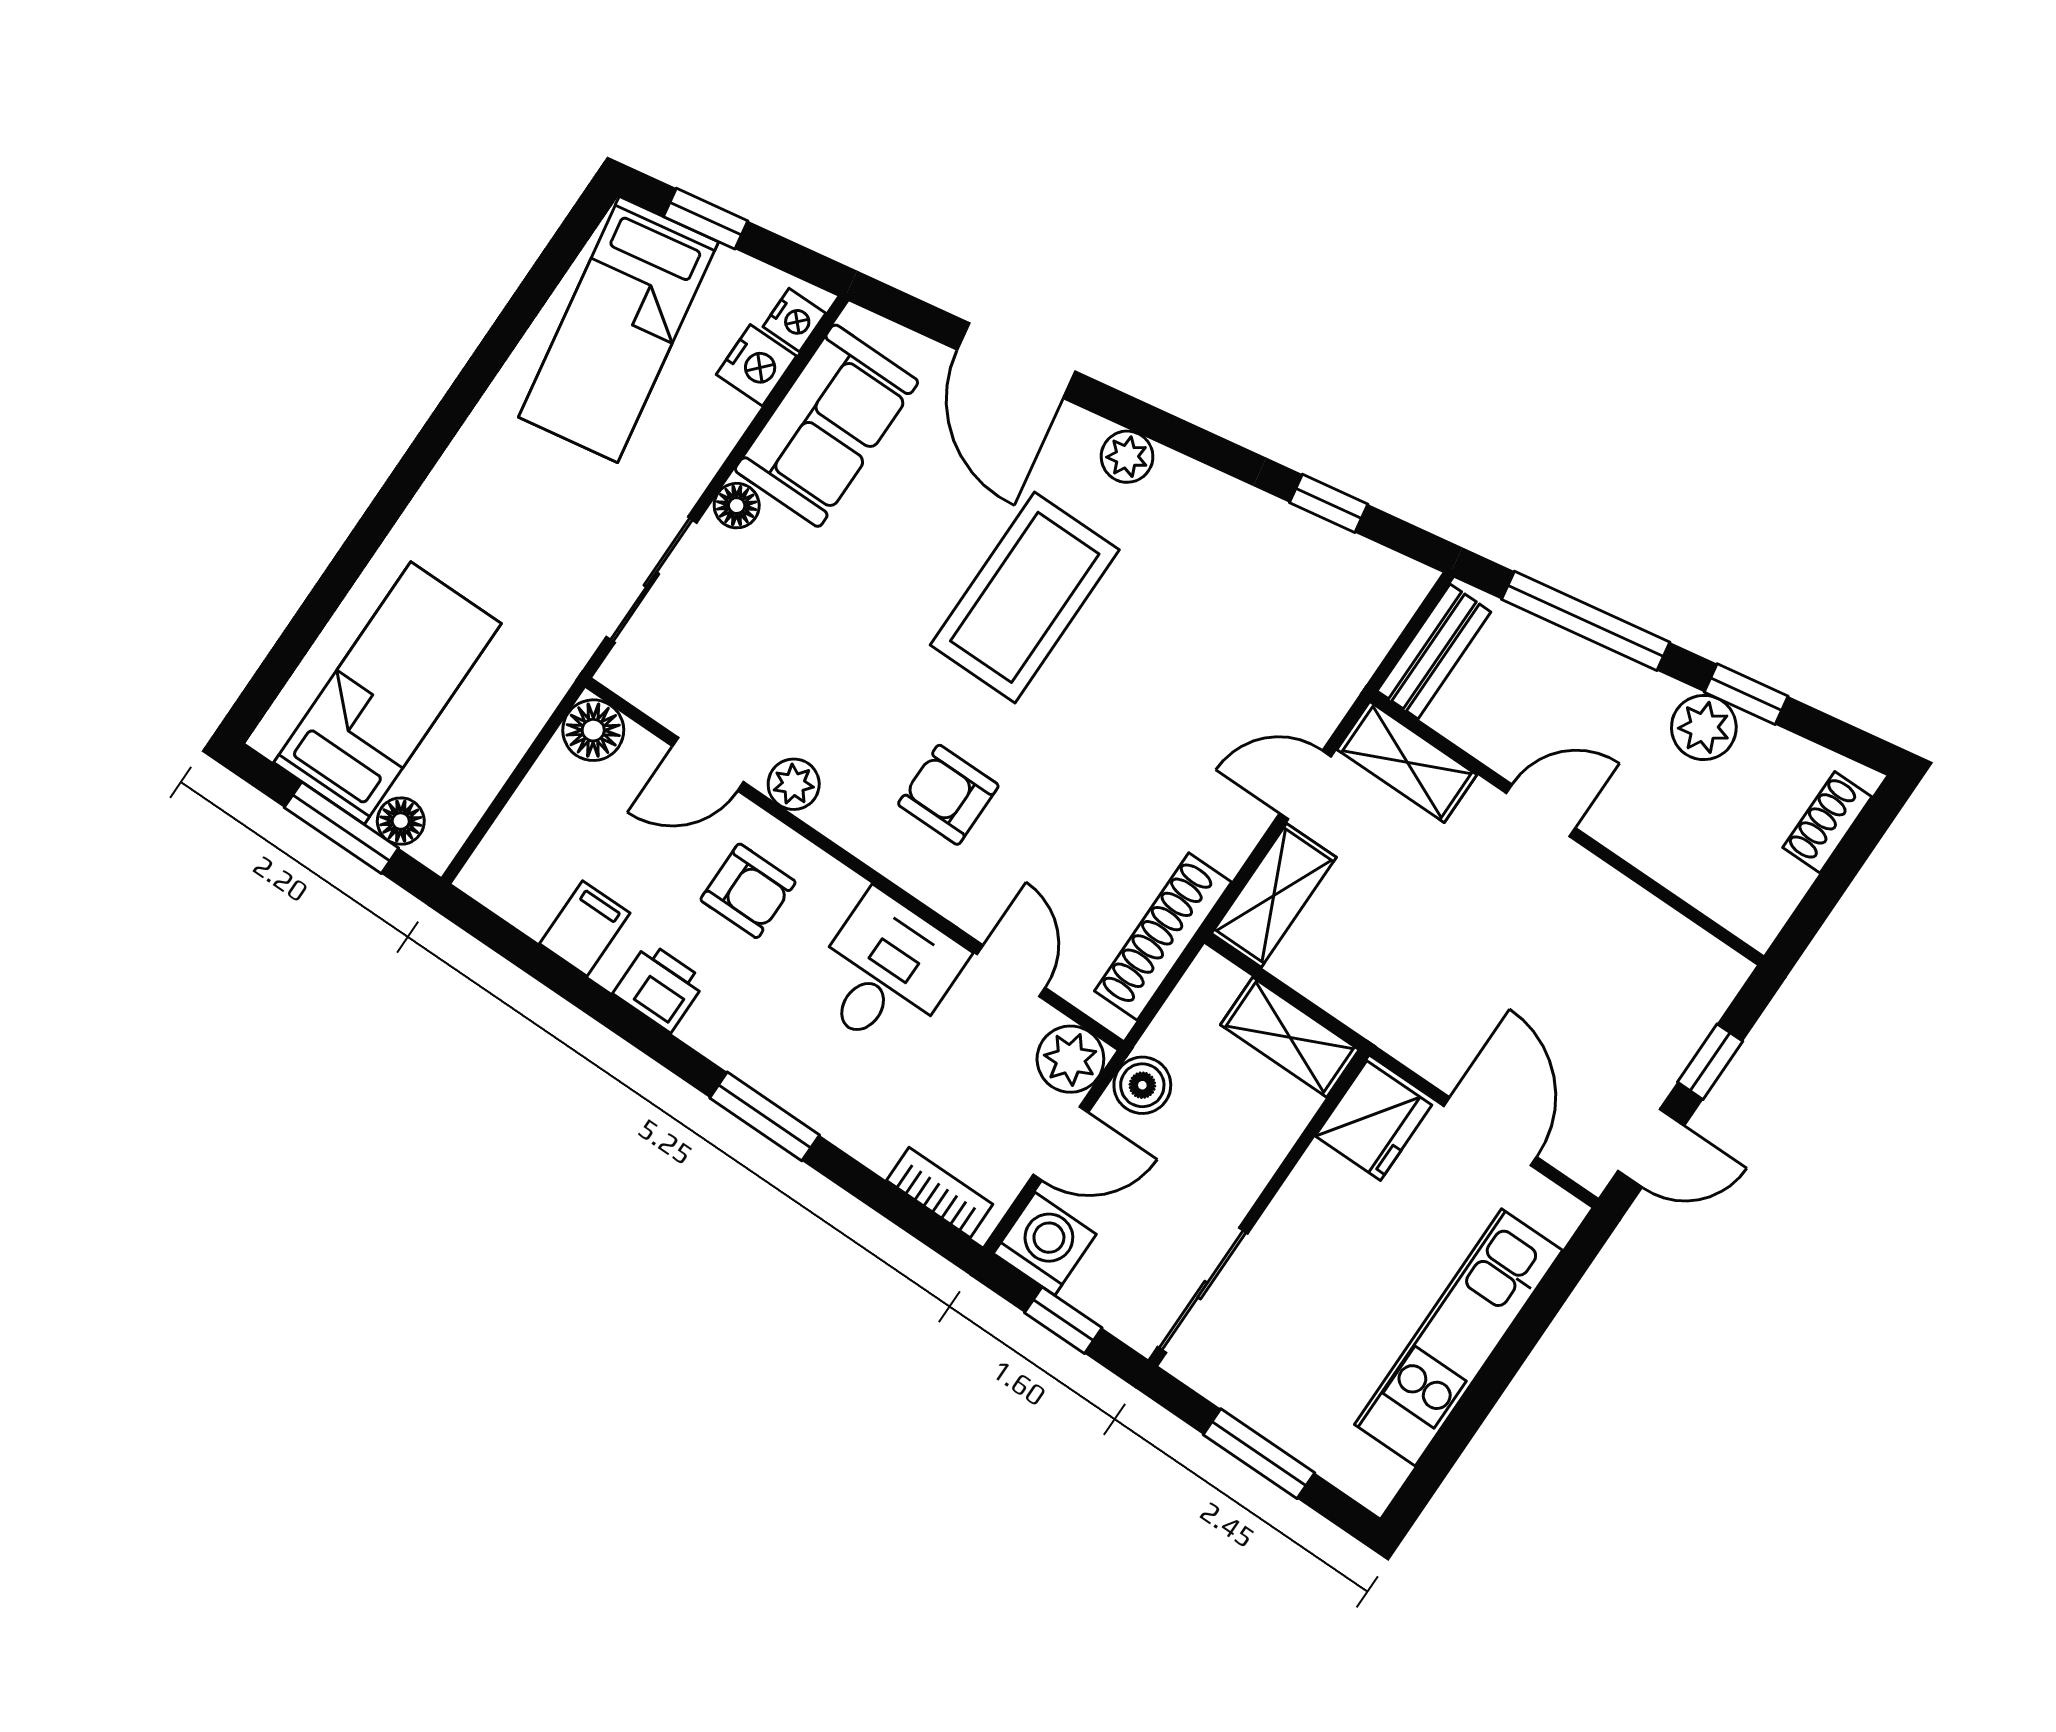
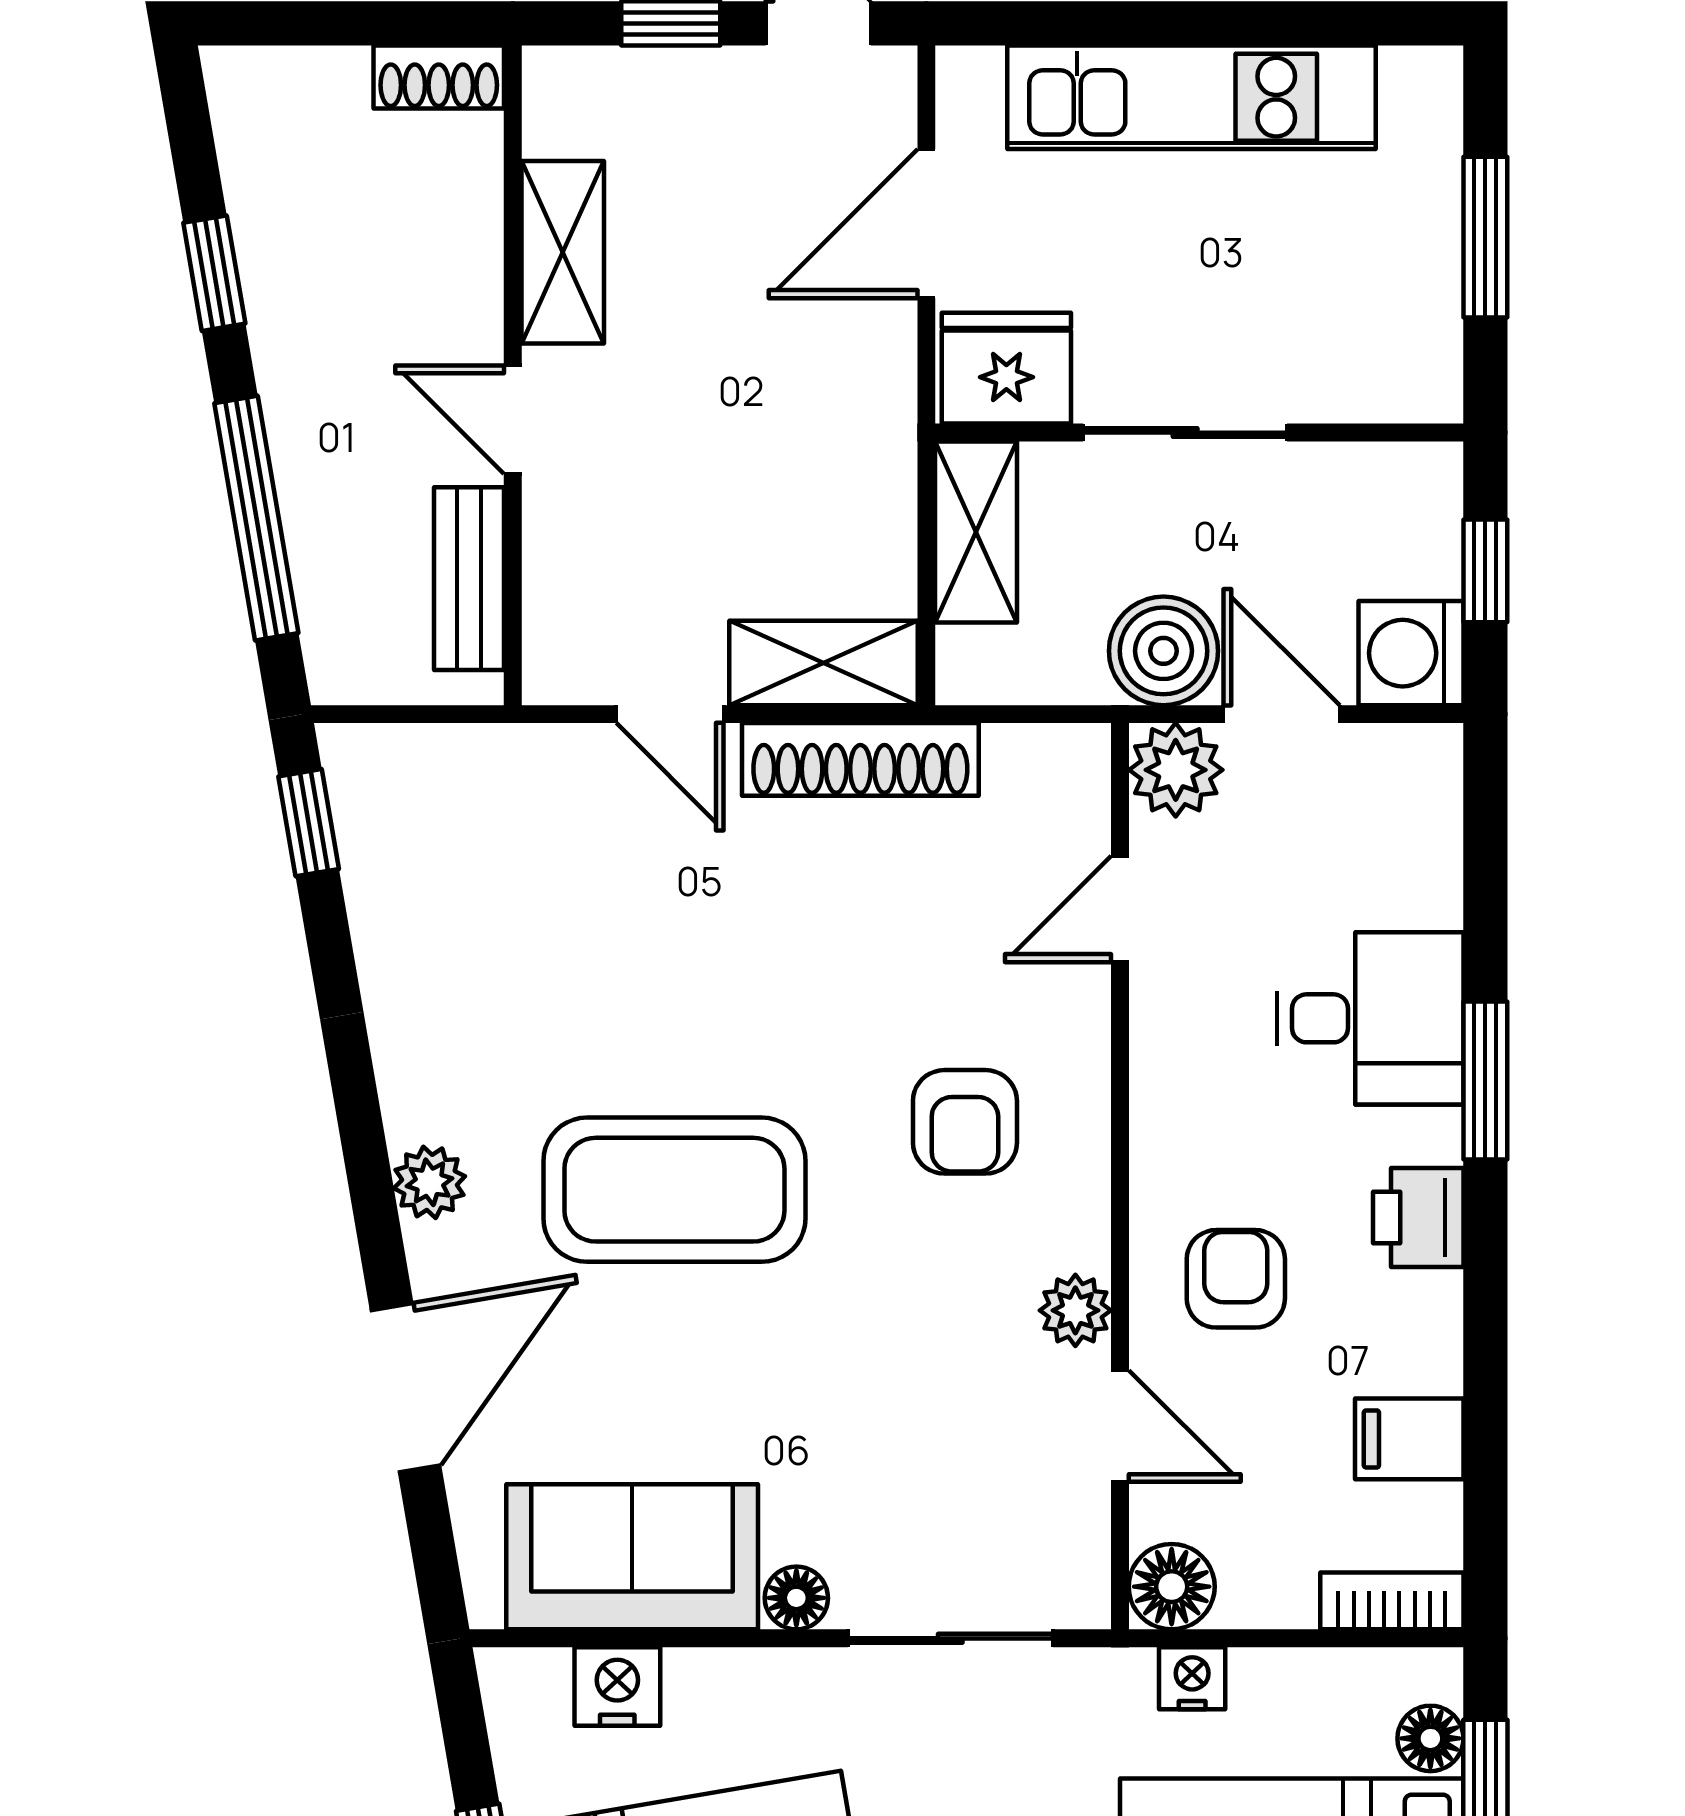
nightstand: (794, 320) -> (1192, 1678), moved
window: (1329, 503) -> (309, 823), moved
bench: (1434, 651) -> (469, 579), moved, turned 90
plant: (1704, 727) -> (287, 296), removed
shelving: (1407, 762) -> (563, 252), moved
shoe rack: (1827, 822) -> (439, 77), moved
shoe rack: (1163, 937) -> (860, 759), moved
desk: (886, 973) -> (1370, 1018), moved, turned 180
printer: (659, 987) -> (1418, 1218), moved
boiler: (1142, 1085) -> (1163, 651), width x1.36, depth x1.36
bookcase: (940, 1192) -> (1392, 1601), moved, turned 90
sliding door: (1203, 1290) -> (1185, 433), moved

